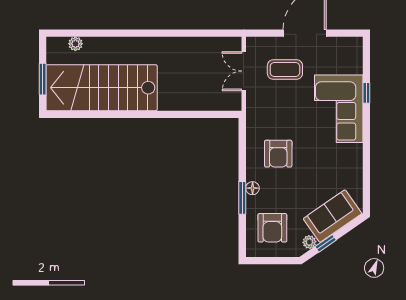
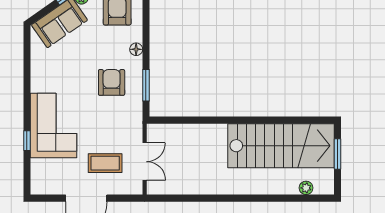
window: (242, 198) -> (146, 85), moved

